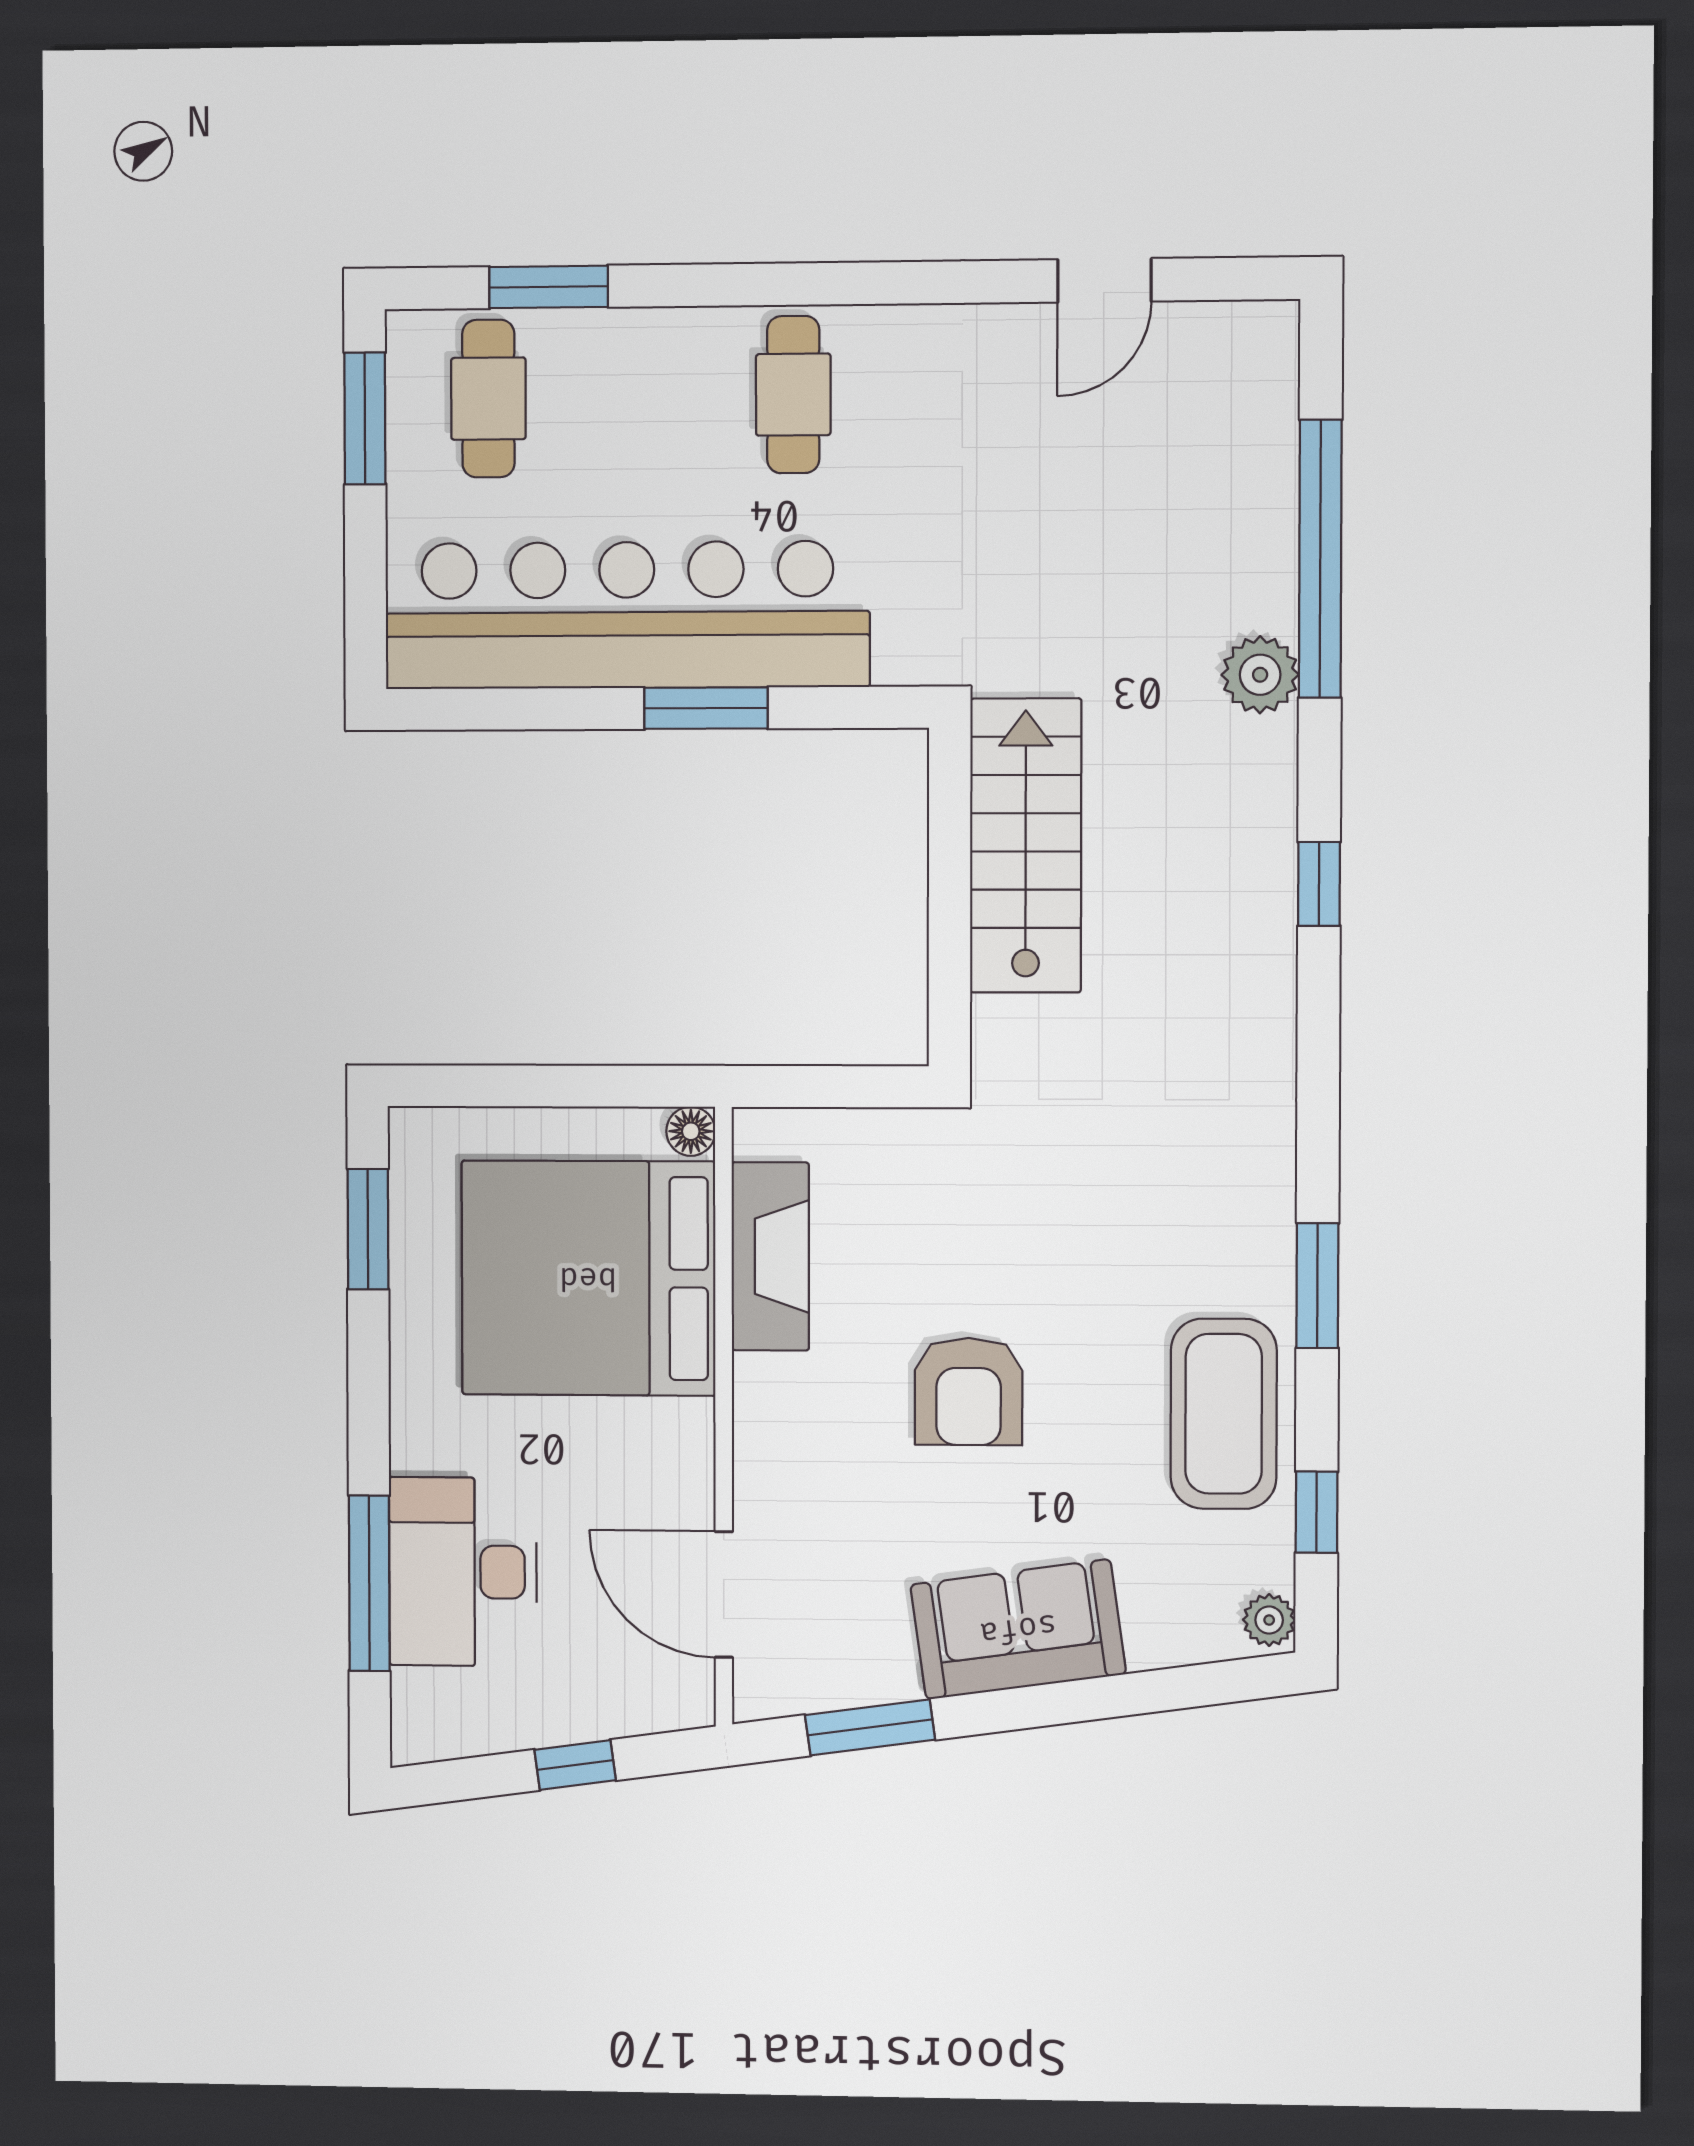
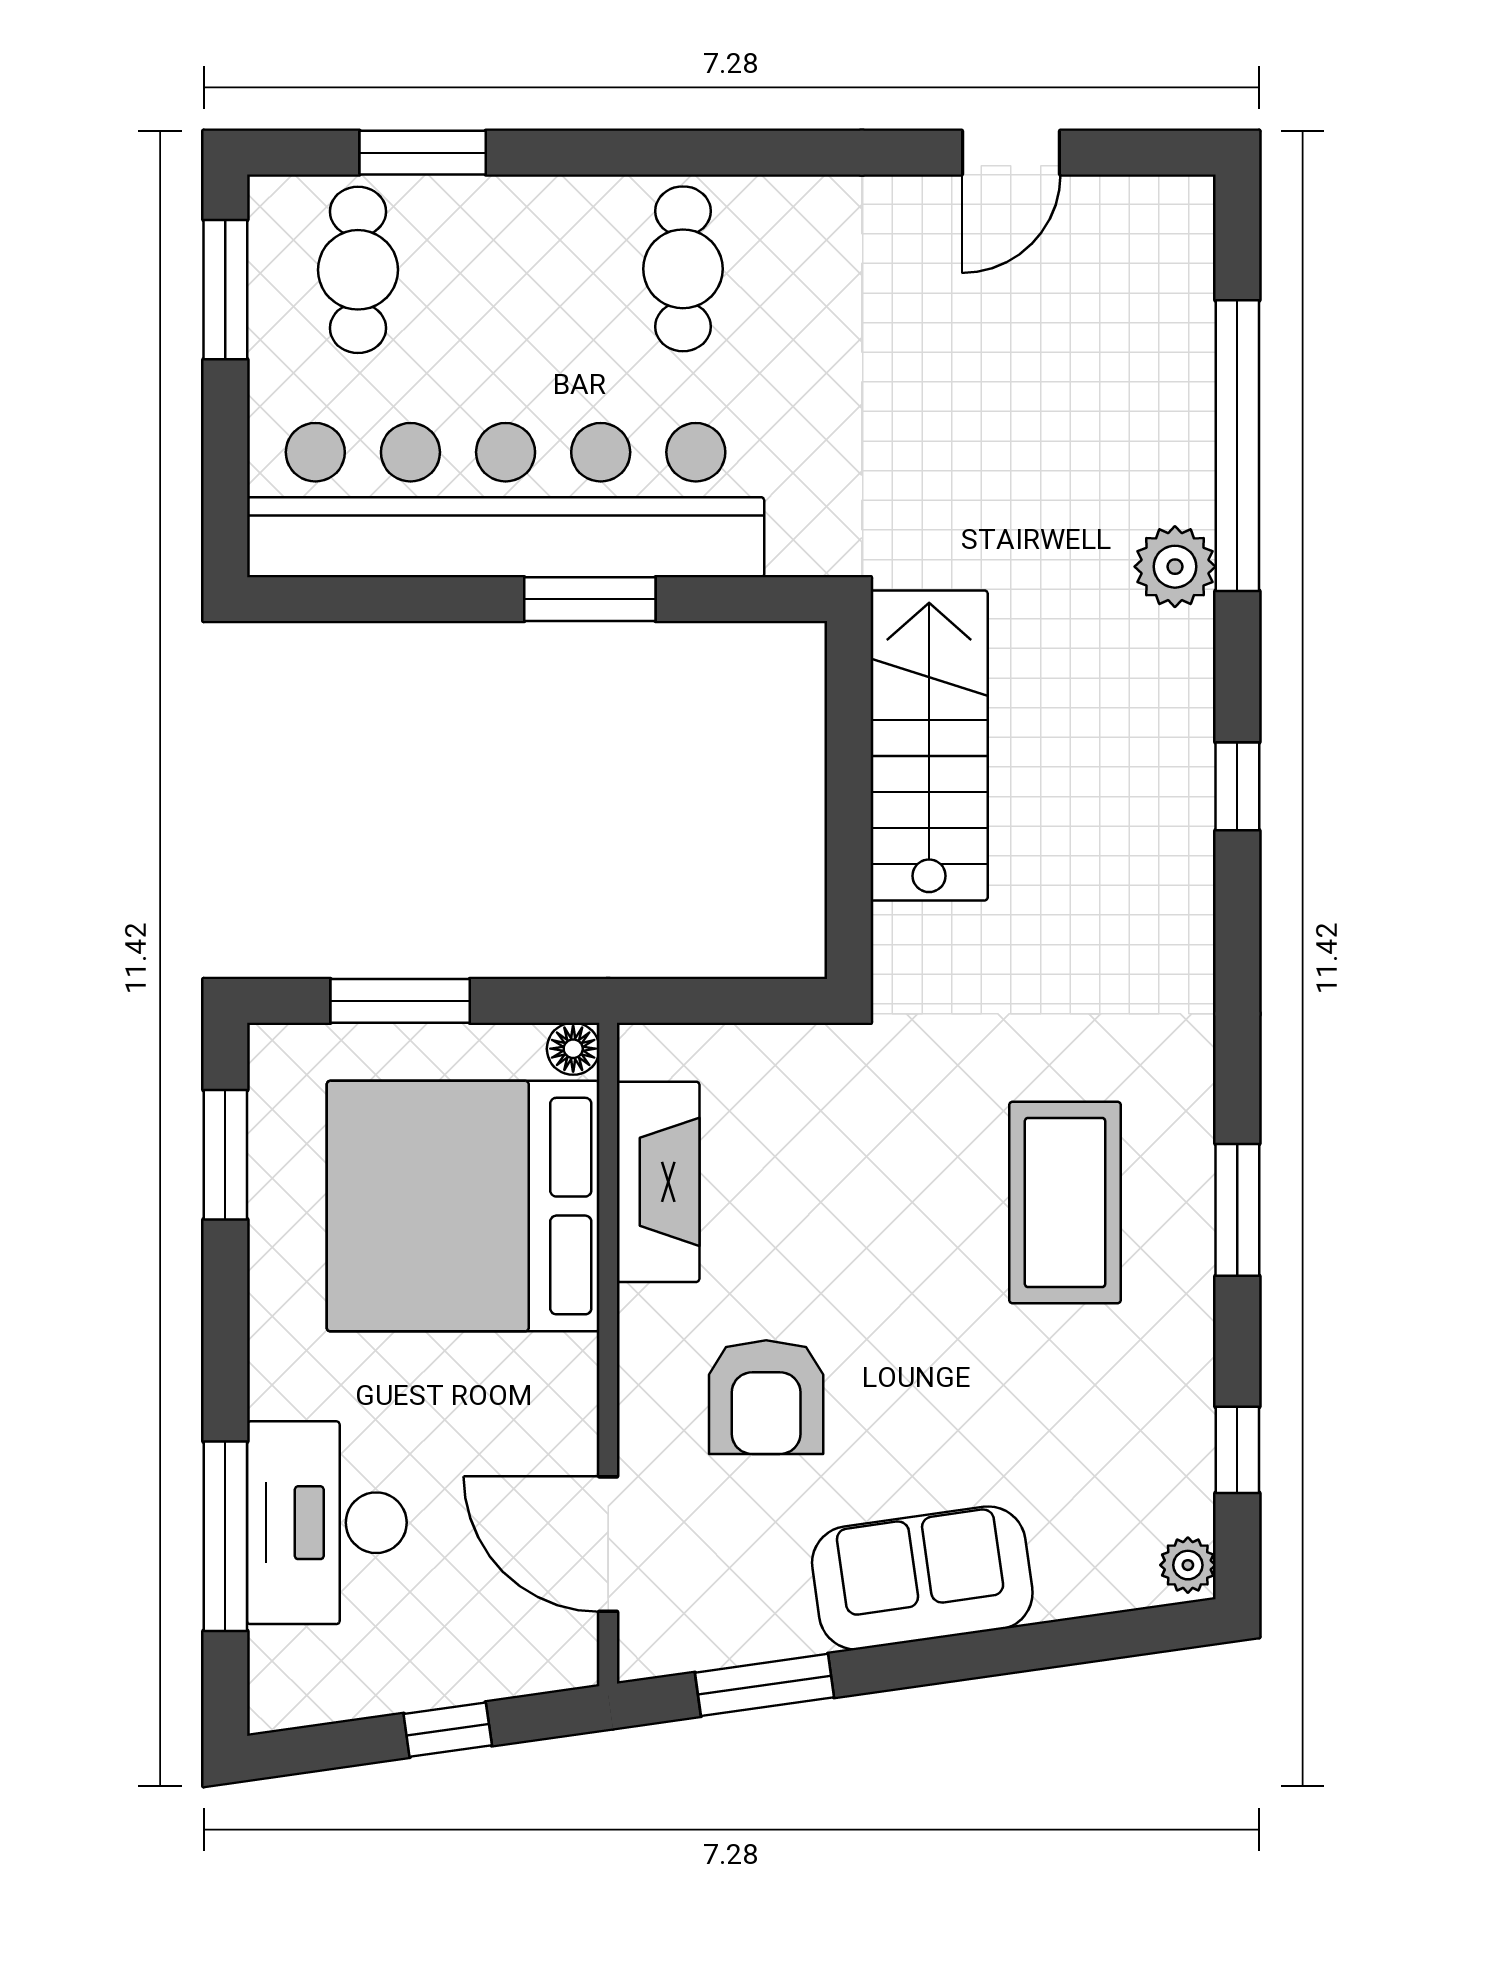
window: (529, 1086) -> (400, 1001), added
armchair: (969, 1392) -> (766, 1397), moved
coffee table: (1224, 1414) -> (1065, 1203), moved

